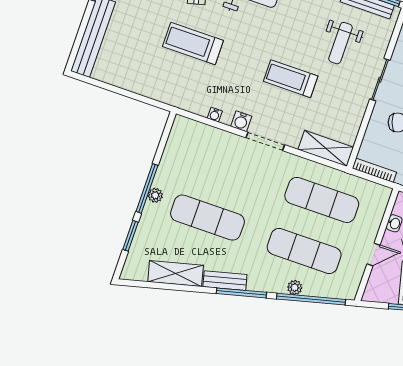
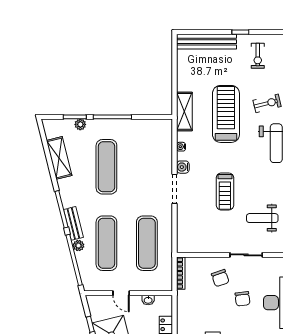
treadmill: (193, 43) -> (226, 114), width x1.37, depth x1.38
treadmill: (291, 79) -> (225, 192), turned 180
shelving: (326, 148) -> (184, 111), moved
plant: (155, 195) -> (80, 124), moved
bench: (225, 281) -> (73, 223), moved

